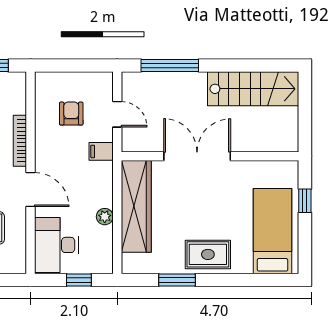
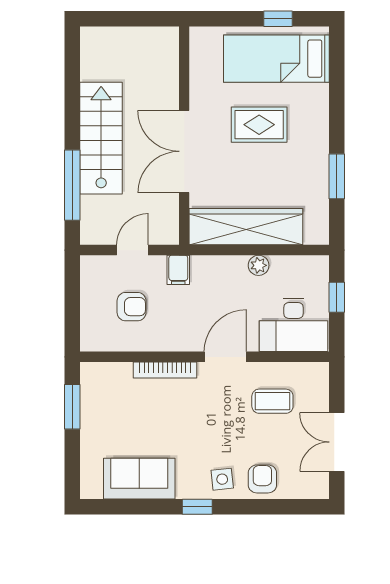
stairs: (253, 89) -> (101, 138), moved
armchair: (71, 114) -> (132, 307), turned 180
window: (305, 201) -> (278, 19), moved
rug: (208, 254) -> (259, 125), moved, turned 90

